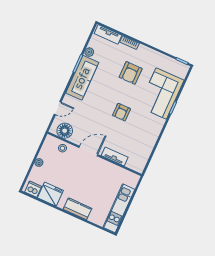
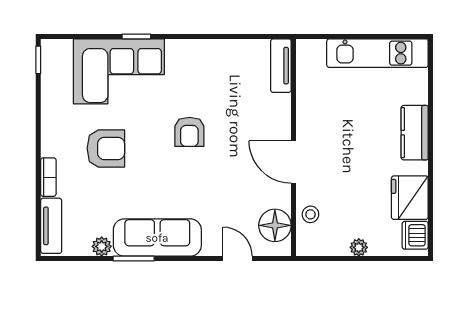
armchair: (122, 112) -> (189, 132), turned 90
tv unit: (115, 156) -> (281, 66), moved

